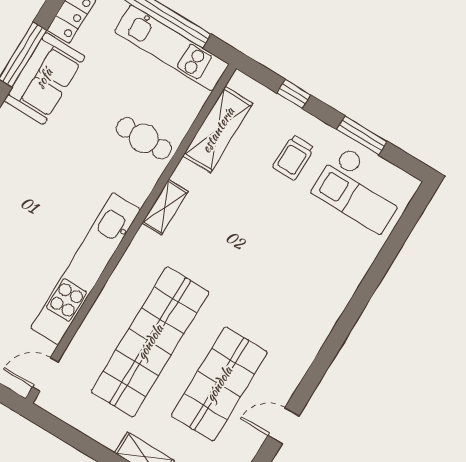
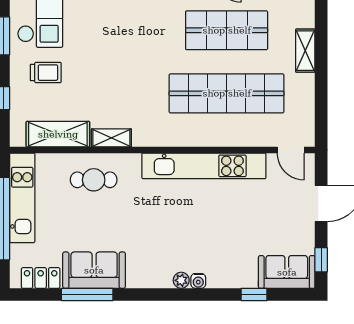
cafe table: (144, 138) -> (94, 180), turned 90
shelving: (165, 207) -> (111, 138), moved

